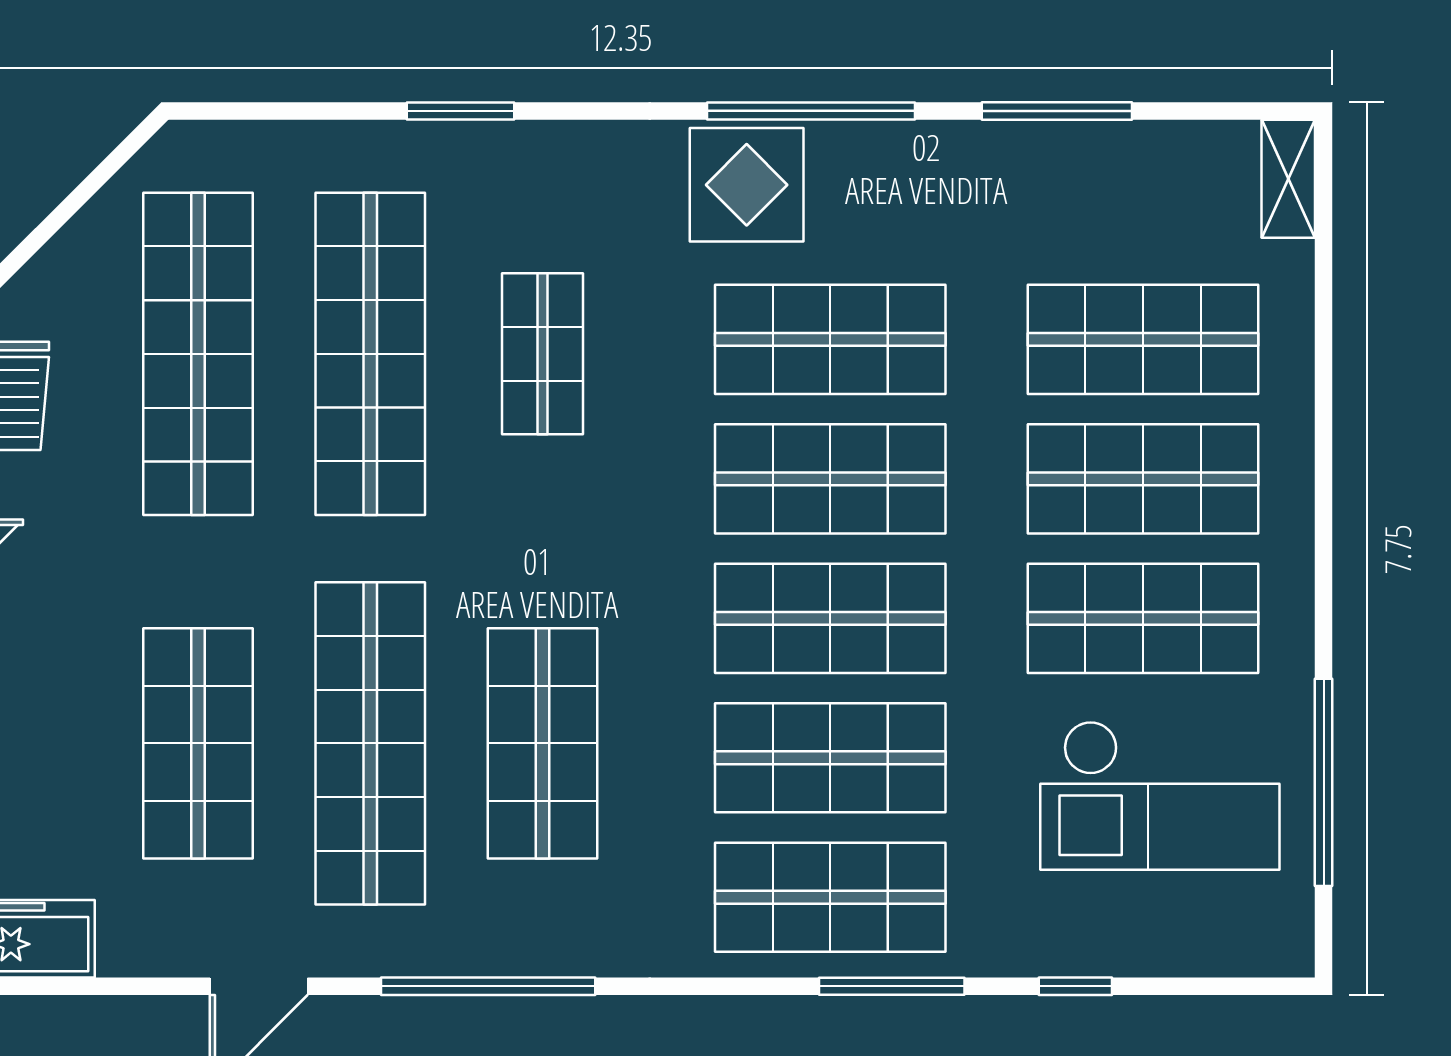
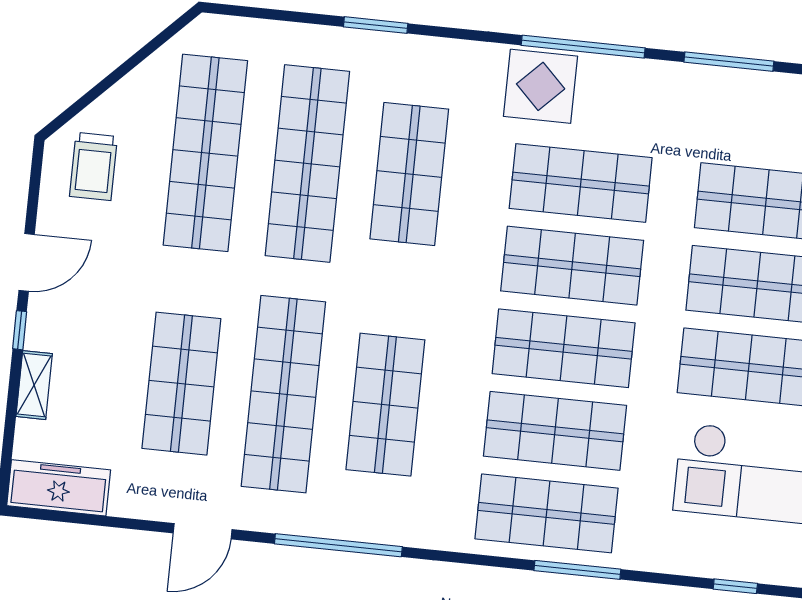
shop shelf: (542, 354) -> (409, 174), width x1.43, depth x1.36
window: (1075, 986) -> (735, 586), moved

